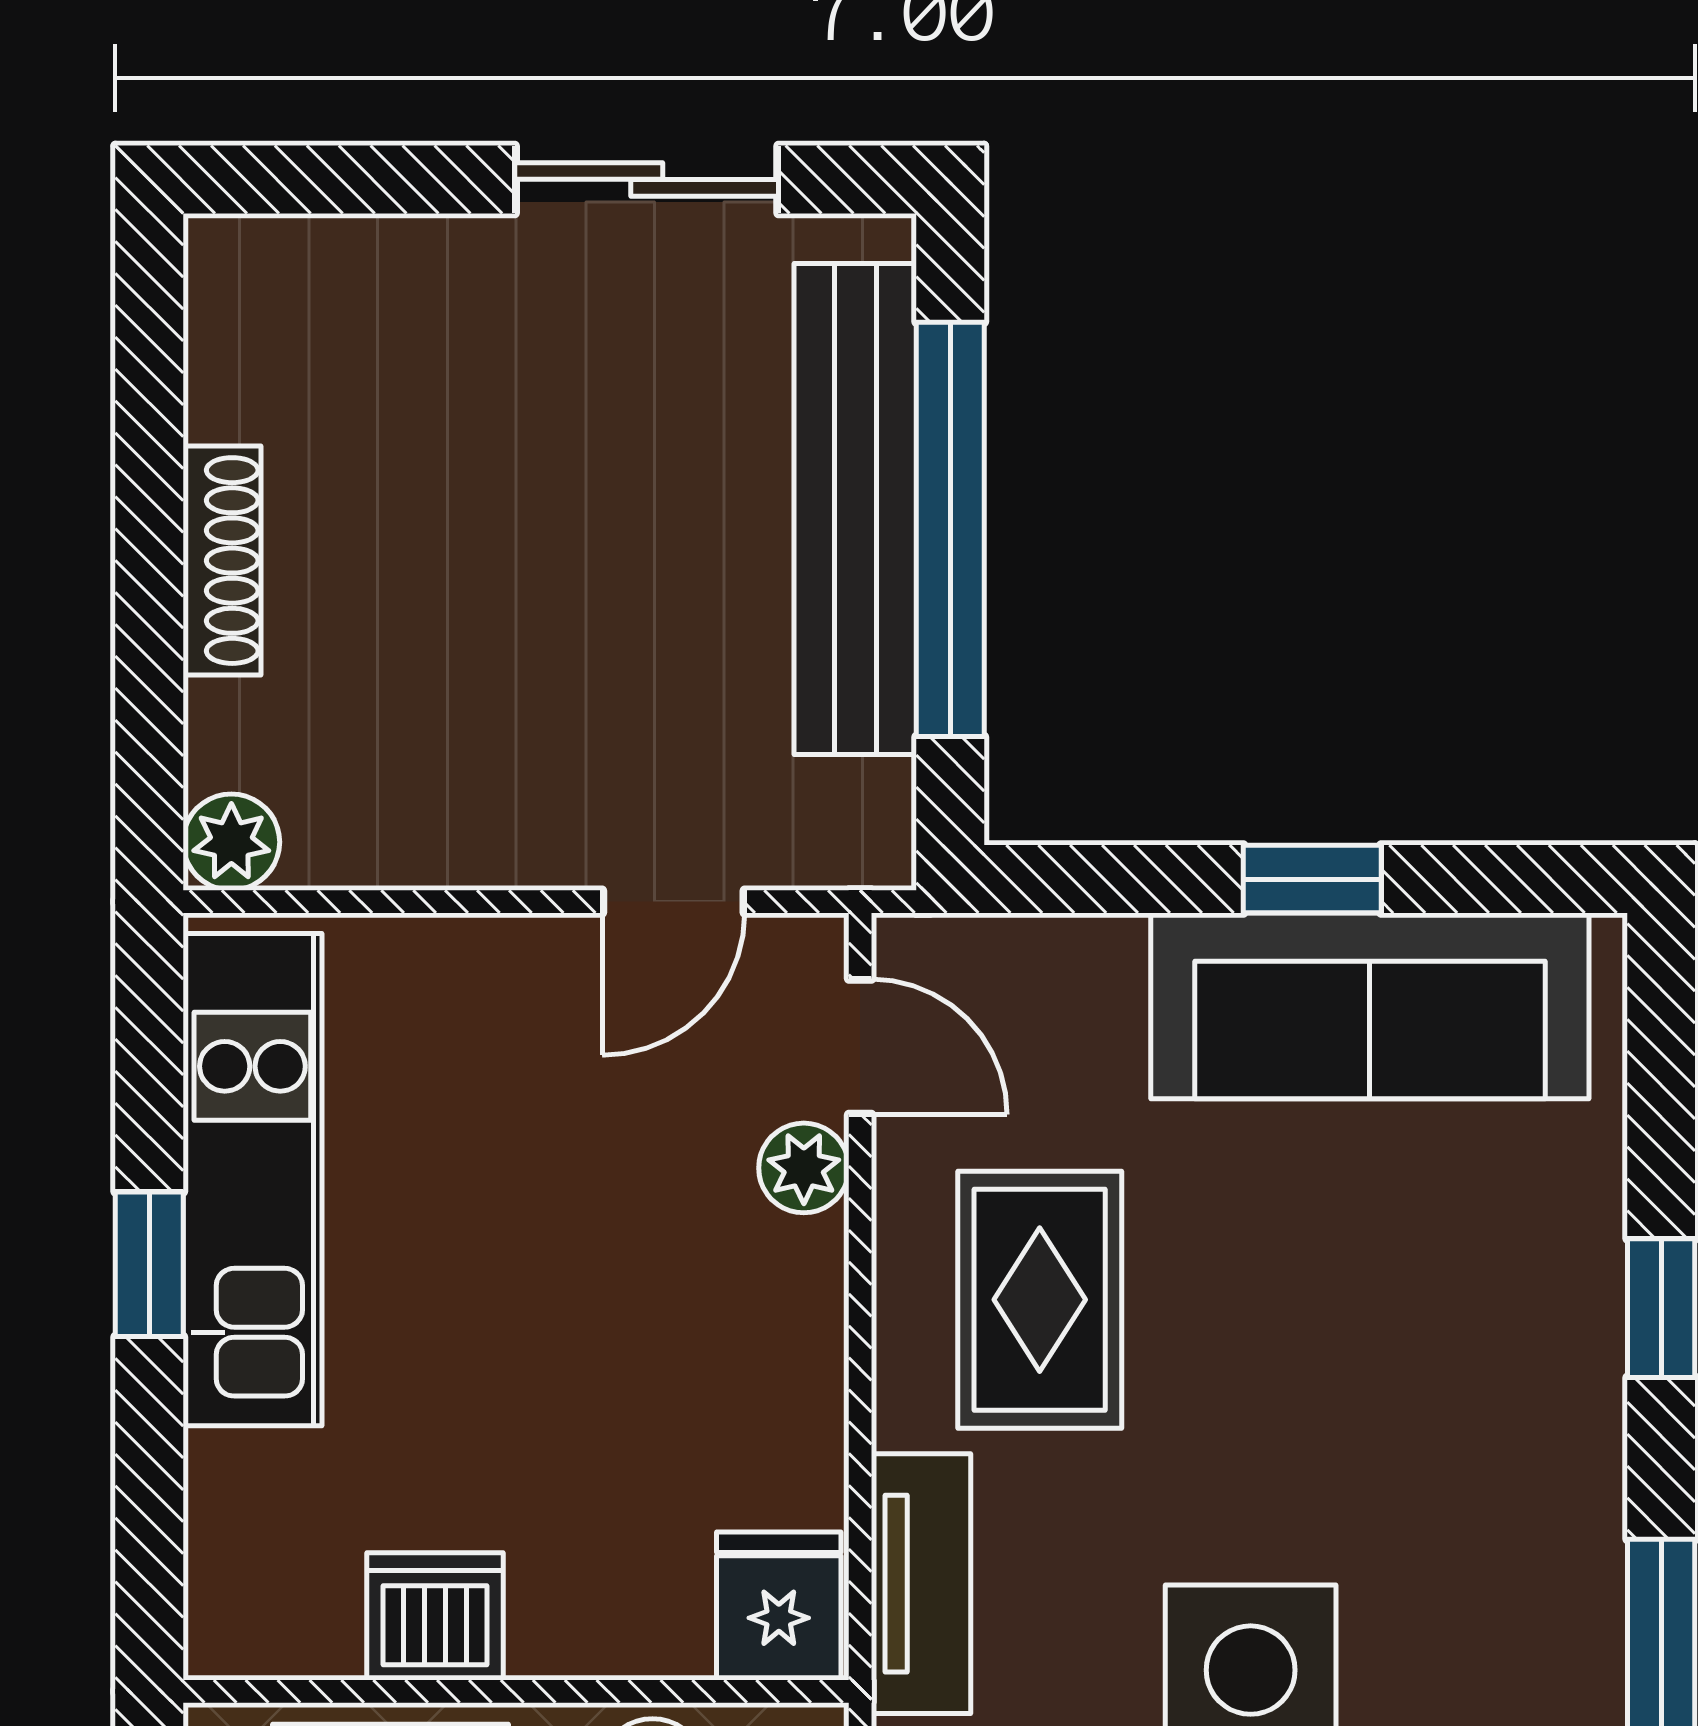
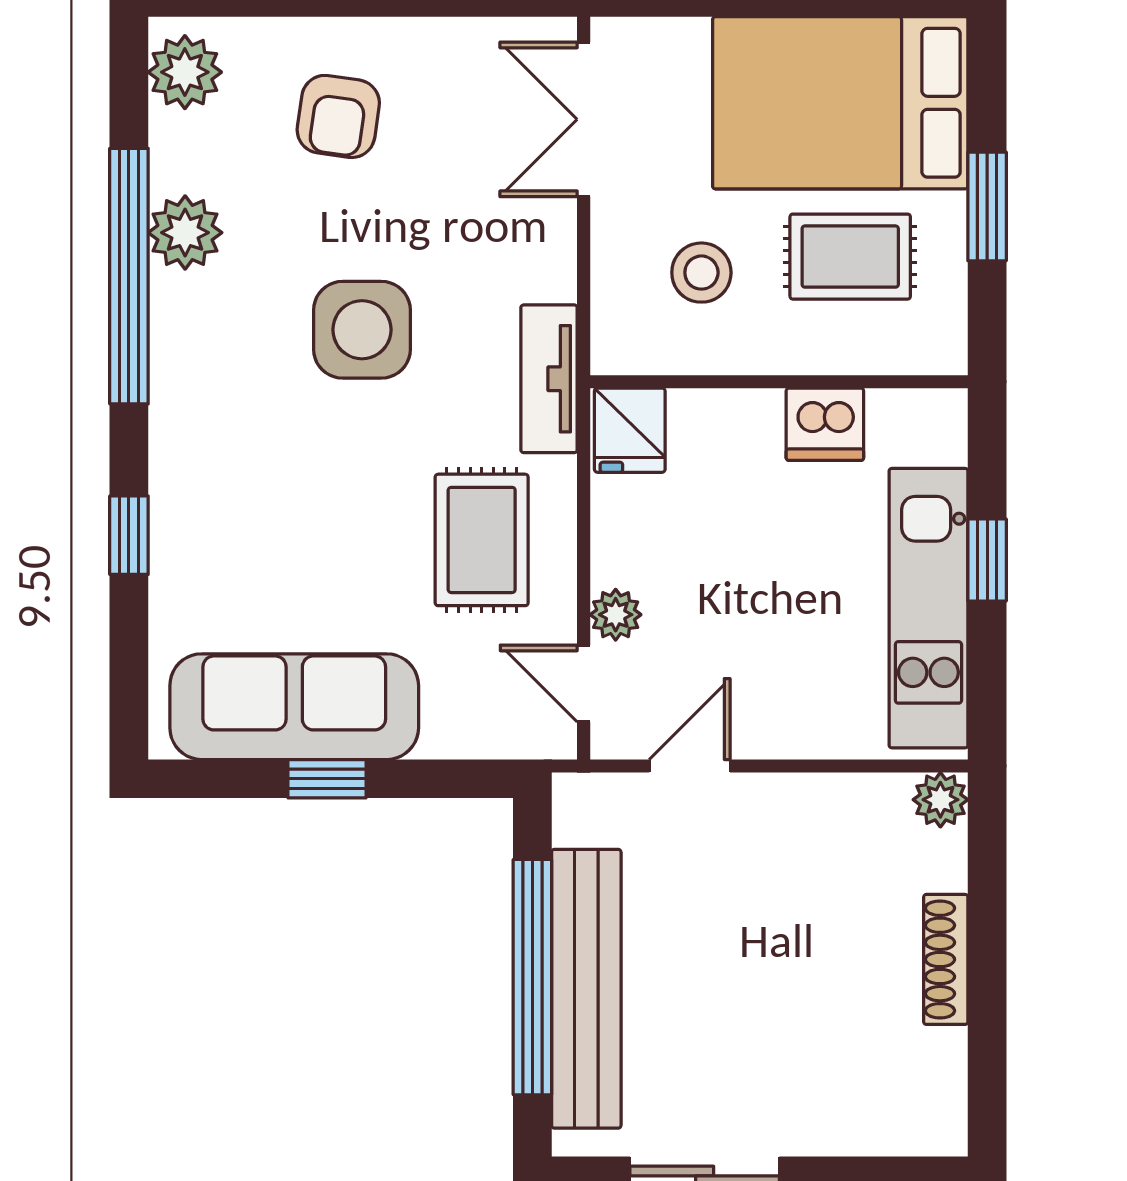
fridge: (779, 1606) -> (630, 430), moved
dishwasher: (435, 1616) -> (825, 424), moved
wall: (516, 1691) -> (779, 382), moved

